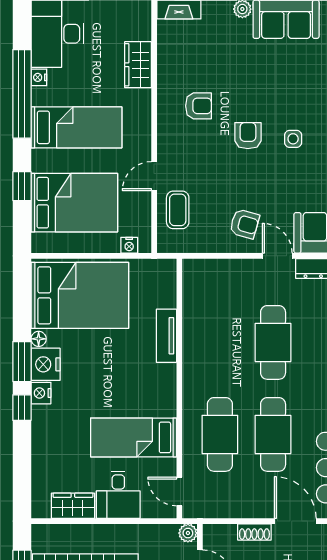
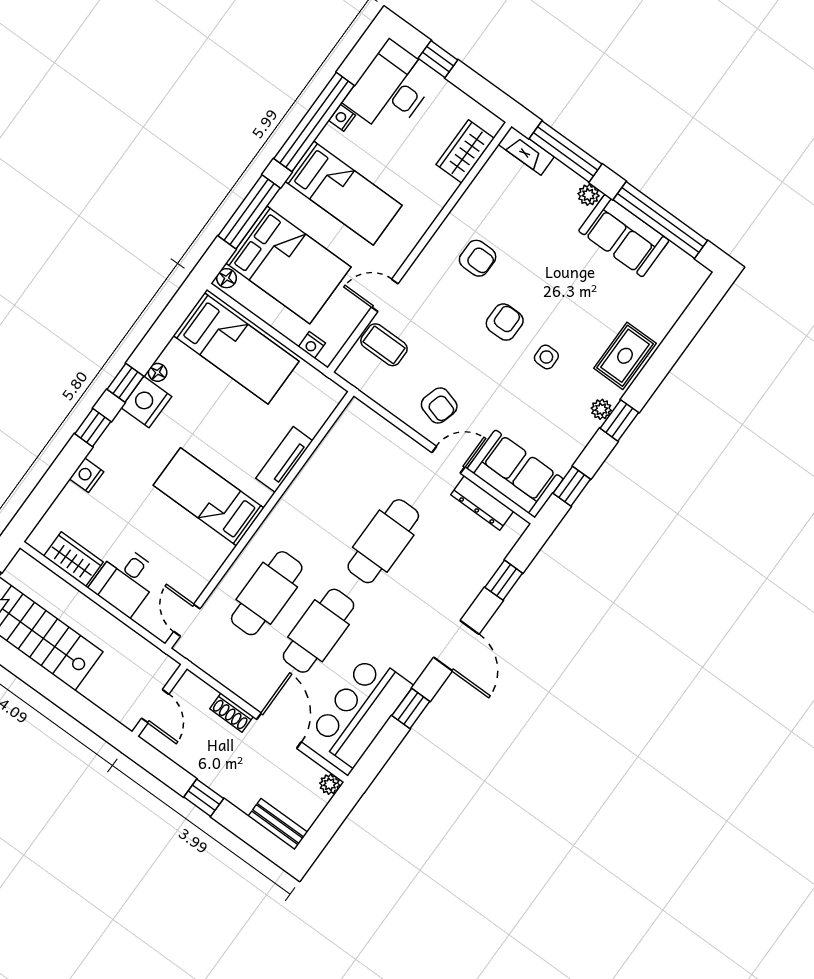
wardrobe: (138, 65) -> (465, 151), moved
window: (22, 186) -> (249, 212), width x2.17
coffee table: (178, 210) -> (384, 345), turned 90
floor lamp: (39, 242) -> (227, 278), added
door: (277, 256) -> (448, 460), hinge flipped
bed: (80, 295) -> (236, 348), width x0.67
window: (22, 362) -> (125, 383), width x0.67
nightstand: (41, 393) -> (87, 475), moved
bed: (134, 437) -> (209, 497), moved
plant: (188, 533) -> (166, 667), removed

